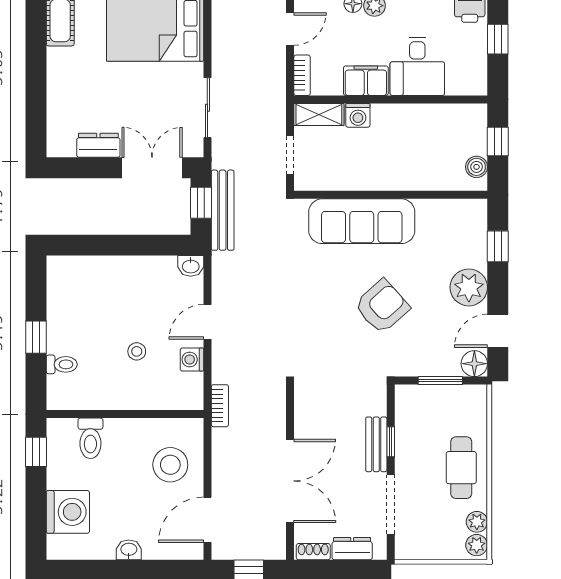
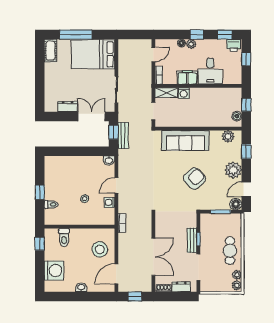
bench: (223, 210) -> (123, 136), width x0.73
plant: (457, 212) -> (228, 136), added

